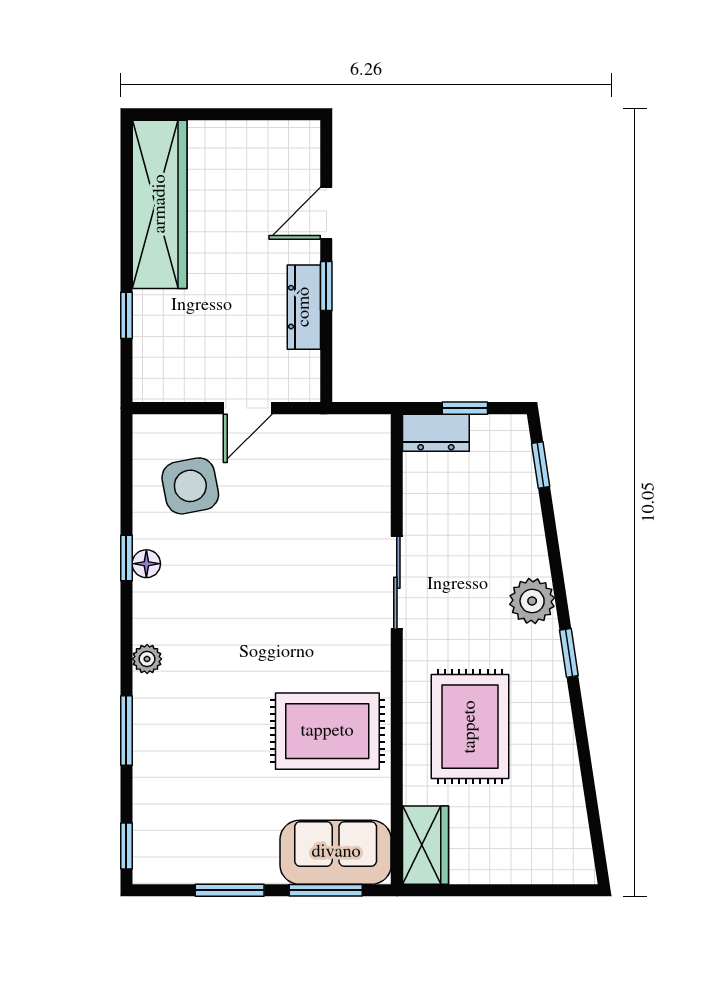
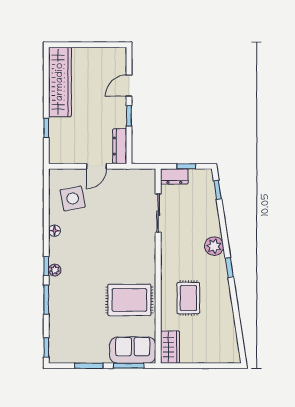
dresser: (304, 307) -> (120, 146), moved
window: (126, 558) -> (46, 266), moved
sliding door: (397, 583) -> (158, 213), moved
rug: (470, 727) -> (188, 298), width x0.73, depth x0.70

